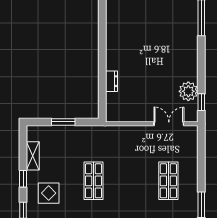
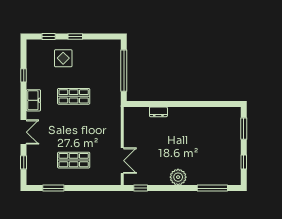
plant: (188, 91) -> (178, 177), moved
window: (63, 122) -> (124, 71), width x2.11
shelving: (33, 156) -> (95, 45), removed

